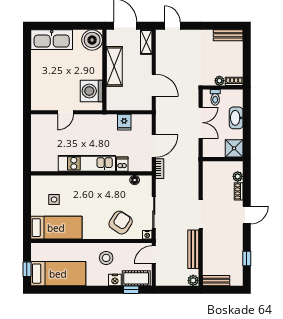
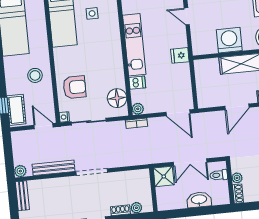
door: (154, 85) -> (237, 107), moved
washing machine: (91, 91) -> (229, 40), moved
fridge: (124, 122) -> (180, 55), moved
door: (154, 146) -> (178, 113), moved
shower: (234, 148) -> (164, 176), moved
plant: (146, 166) -> (138, 109), added
floor lamp: (135, 180) -> (117, 98), width x1.89, depth x1.89
armchair: (121, 223) -> (74, 87), turned -33
nightstand: (115, 280) -> (12, 87), removed

